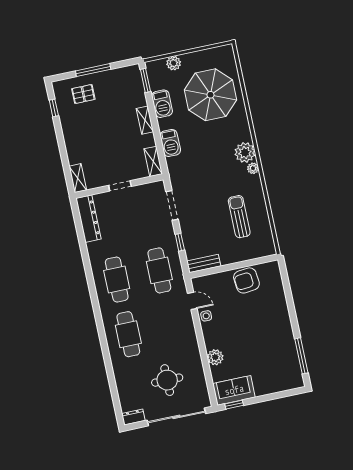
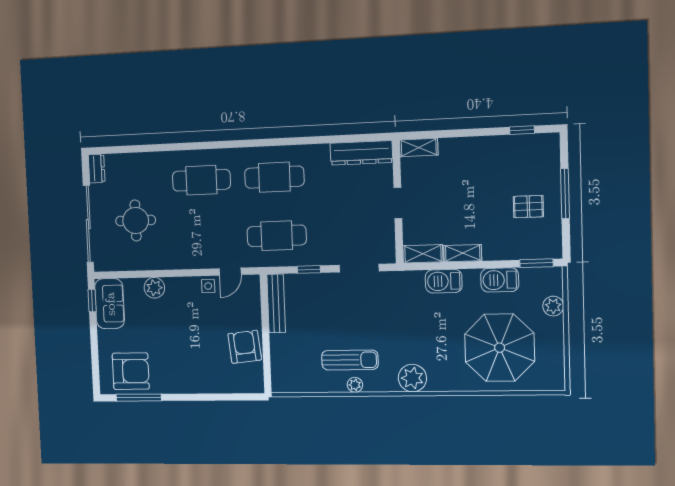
pallet: (83, 94) -> (528, 207), moved, turned 90
shelving: (145, 120) -> (463, 253), moved
plant: (253, 168) -> (355, 385), moved
sun lounger: (239, 217) -> (350, 360), moved
bench: (204, 264) -> (276, 303), width x1.36
armchair: (282, 365) -> (131, 371), added

